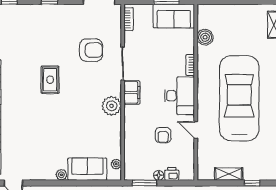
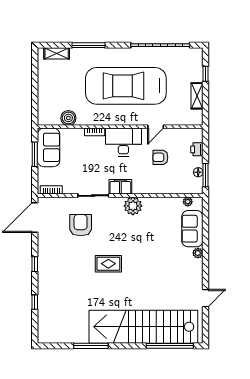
armchair: (163, 135) -> (160, 157), turned 180
floor lamp: (159, 175) -> (198, 172), moved

